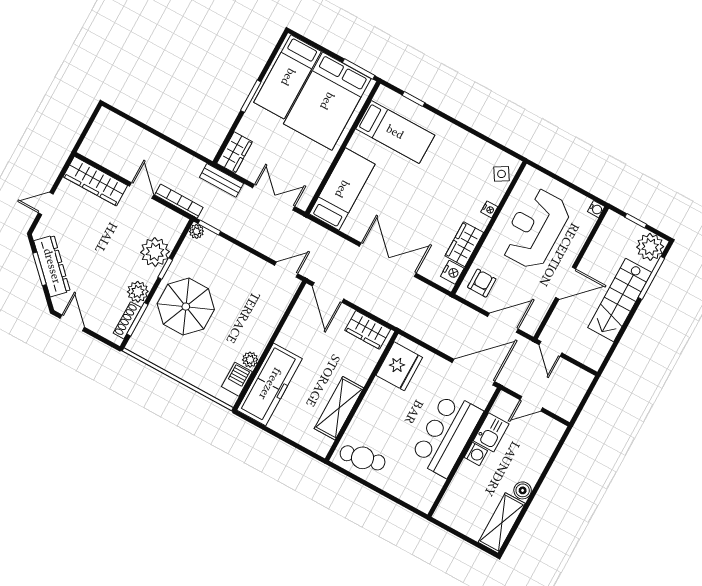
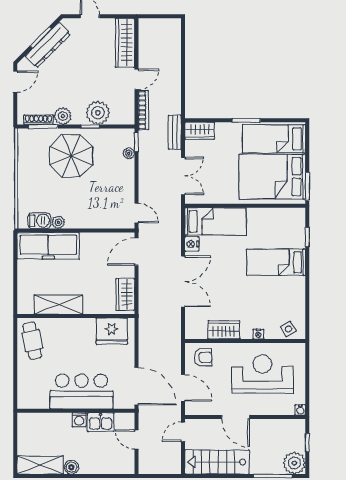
bed: (395, 132) -> (276, 262), moved, turned 90
plant: (196, 231) -> (129, 153), moved
nightstand: (452, 272) -> (192, 244), moved, turned 90
stairs: (620, 300) -> (217, 462), moved

